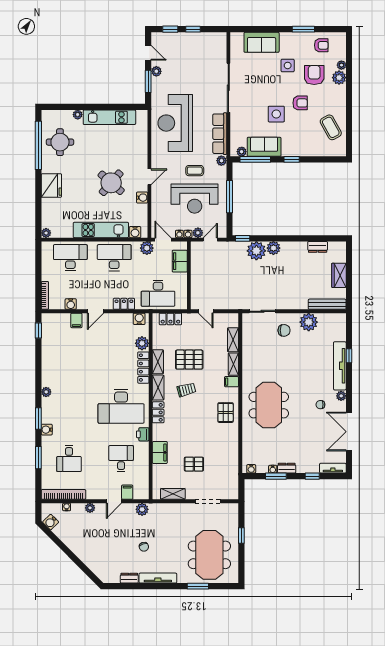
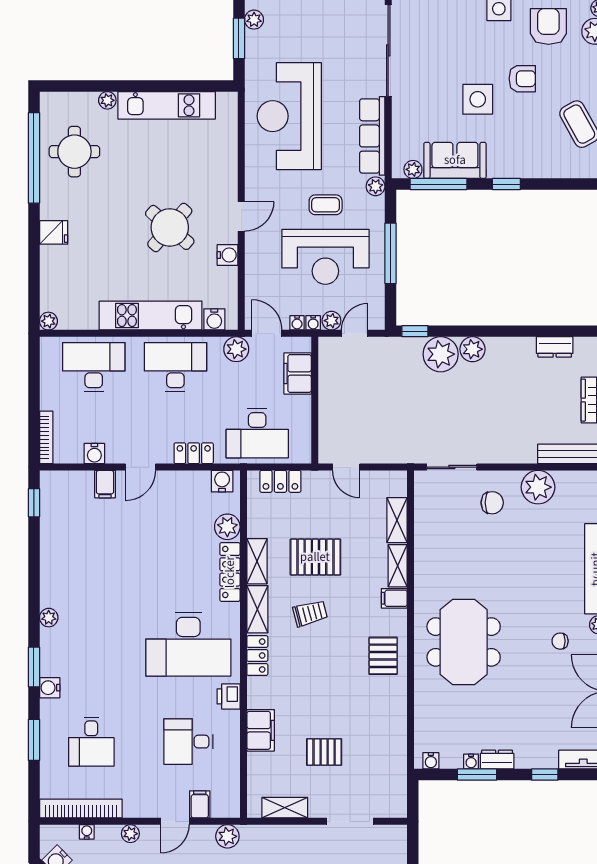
fridge: (51, 185) -> (54, 232), width x0.53, depth x0.75
desk: (121, 459) -> (188, 742), turned -90

